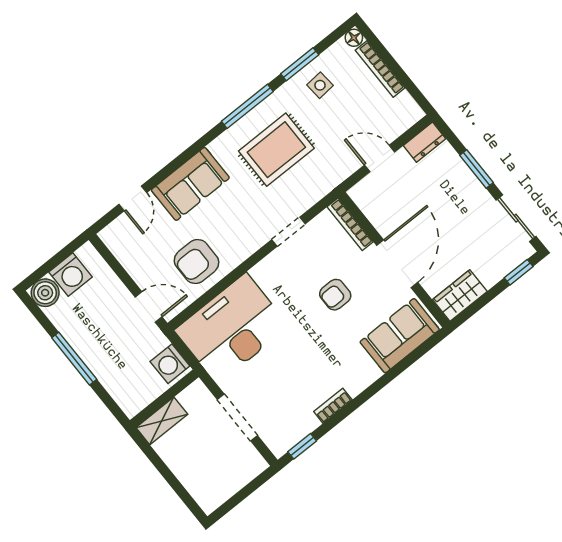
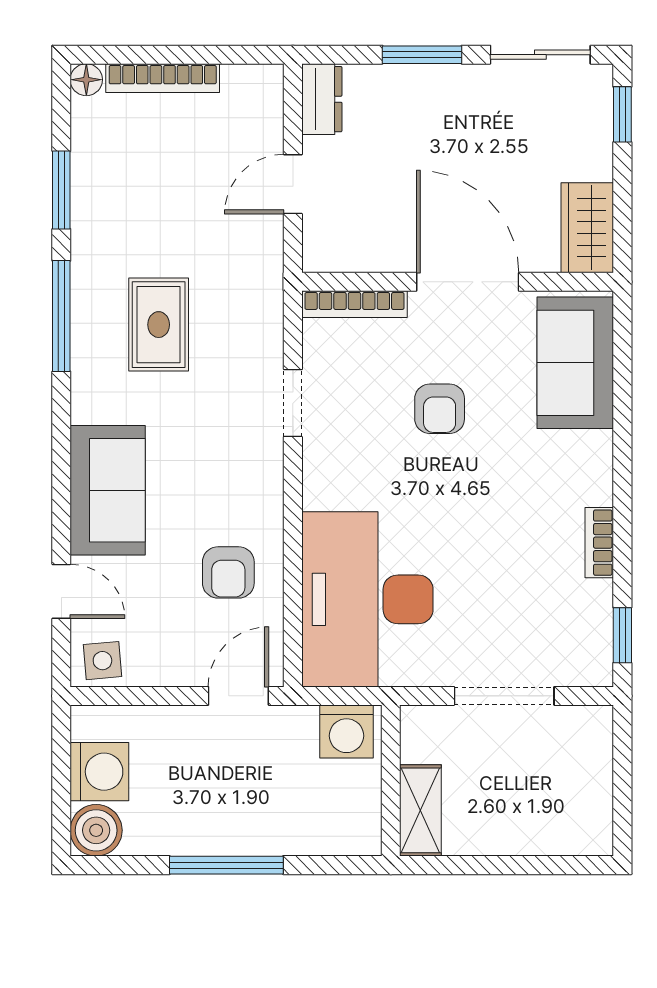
side table: (320, 85) -> (102, 661), moved
rug: (276, 150) -> (159, 325), width x0.73, depth x0.70
armchair: (197, 261) -> (228, 572), width x0.72, depth x0.72

